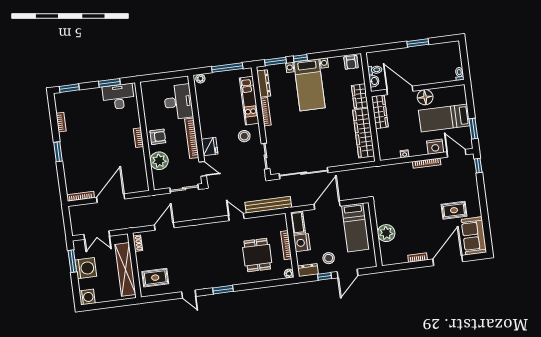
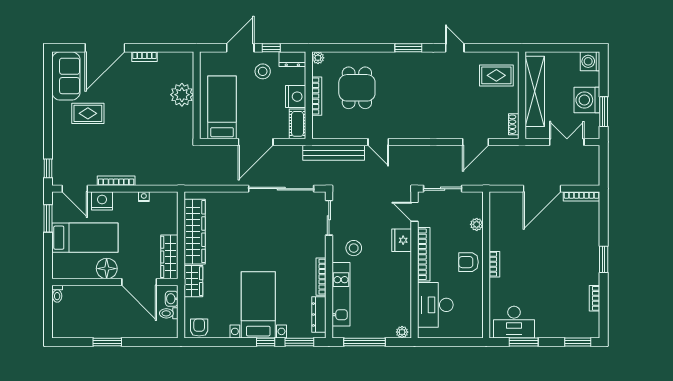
plant: (159, 161) -> (477, 224), width x0.53, depth x0.53

